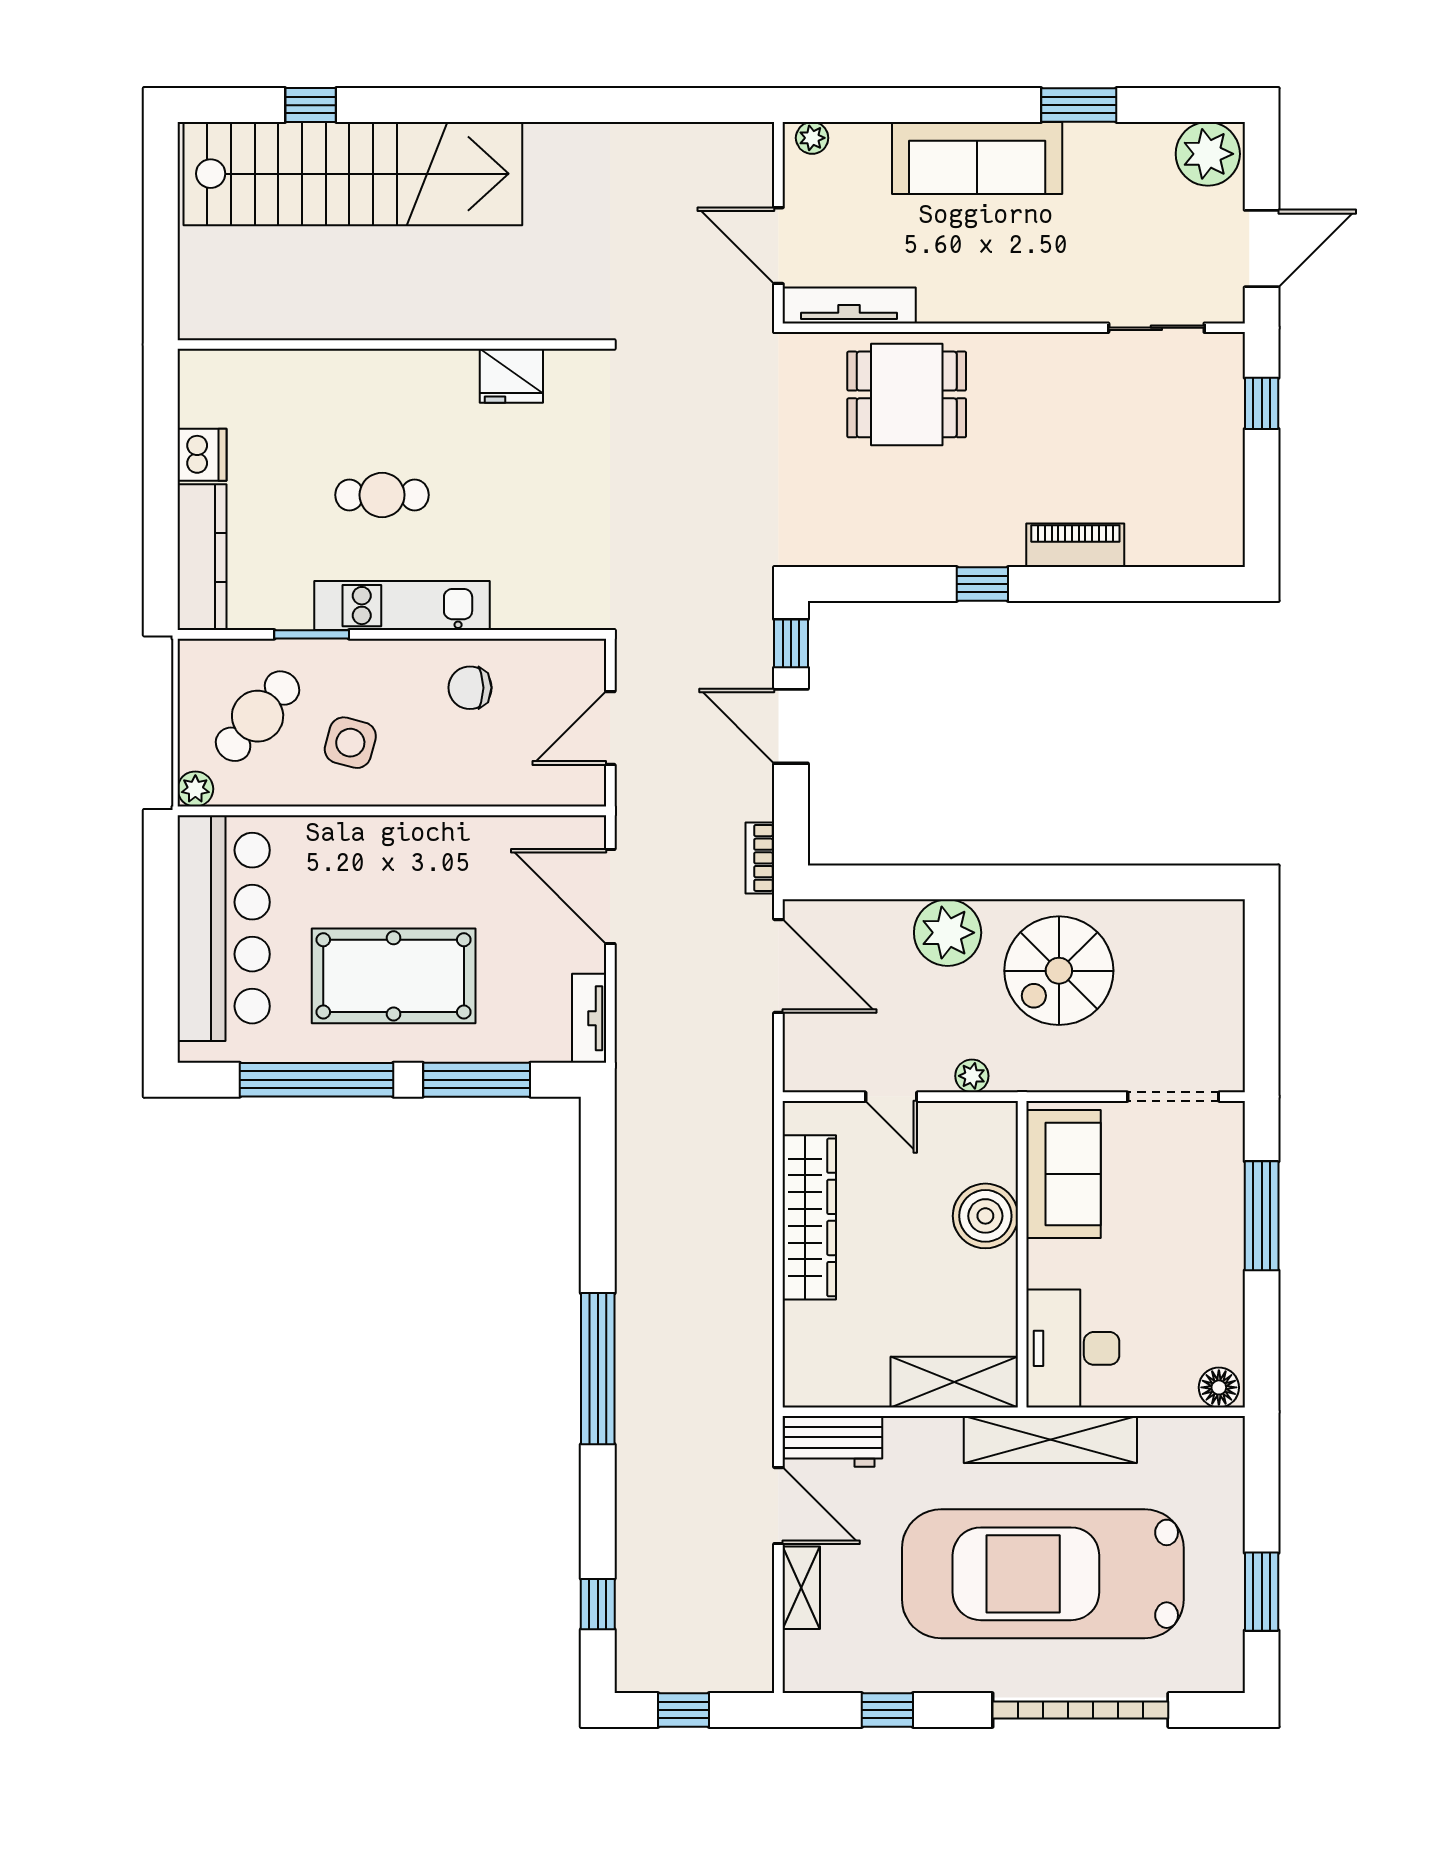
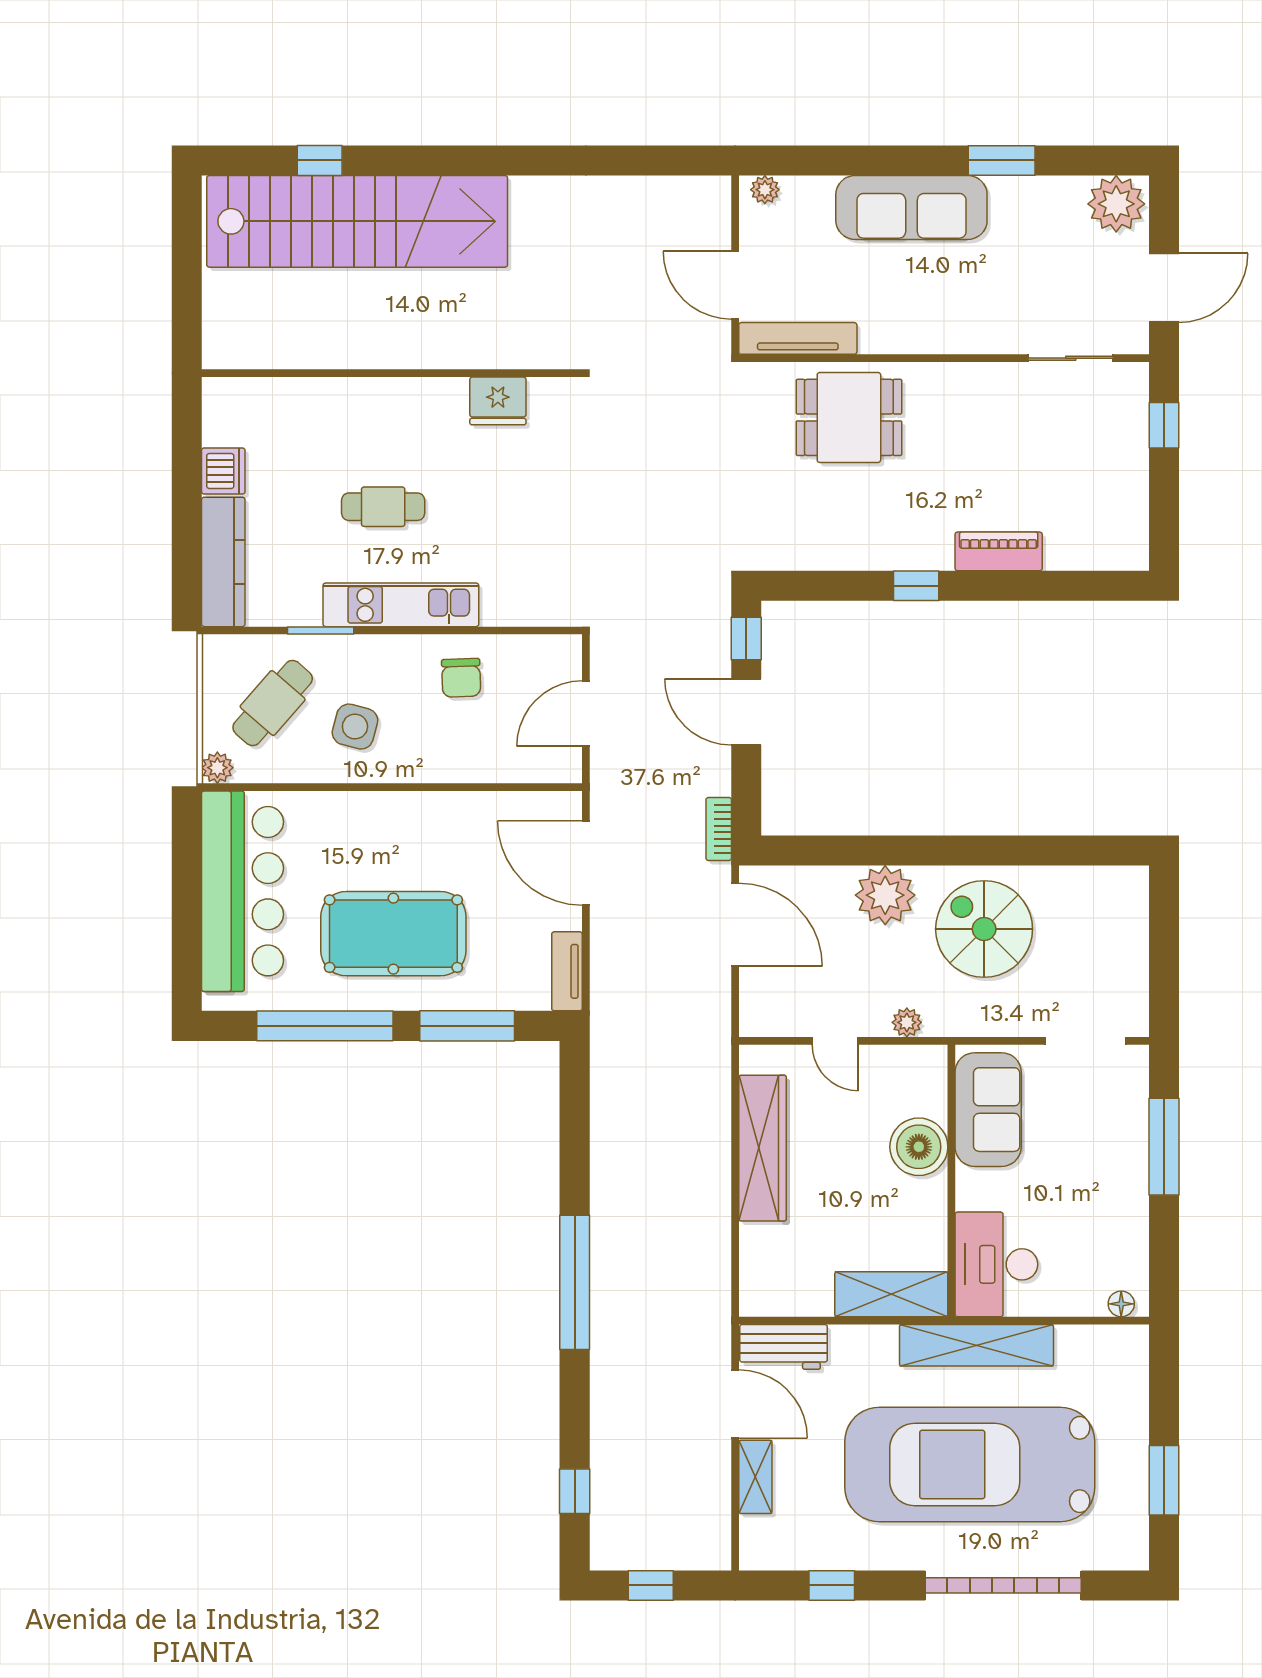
chair: (470, 688) -> (461, 678), turned -92
spiral stairs: (1059, 971) -> (984, 929), turned 90
floor lamp: (1219, 1387) -> (1121, 1304), width x0.73, depth x0.73

